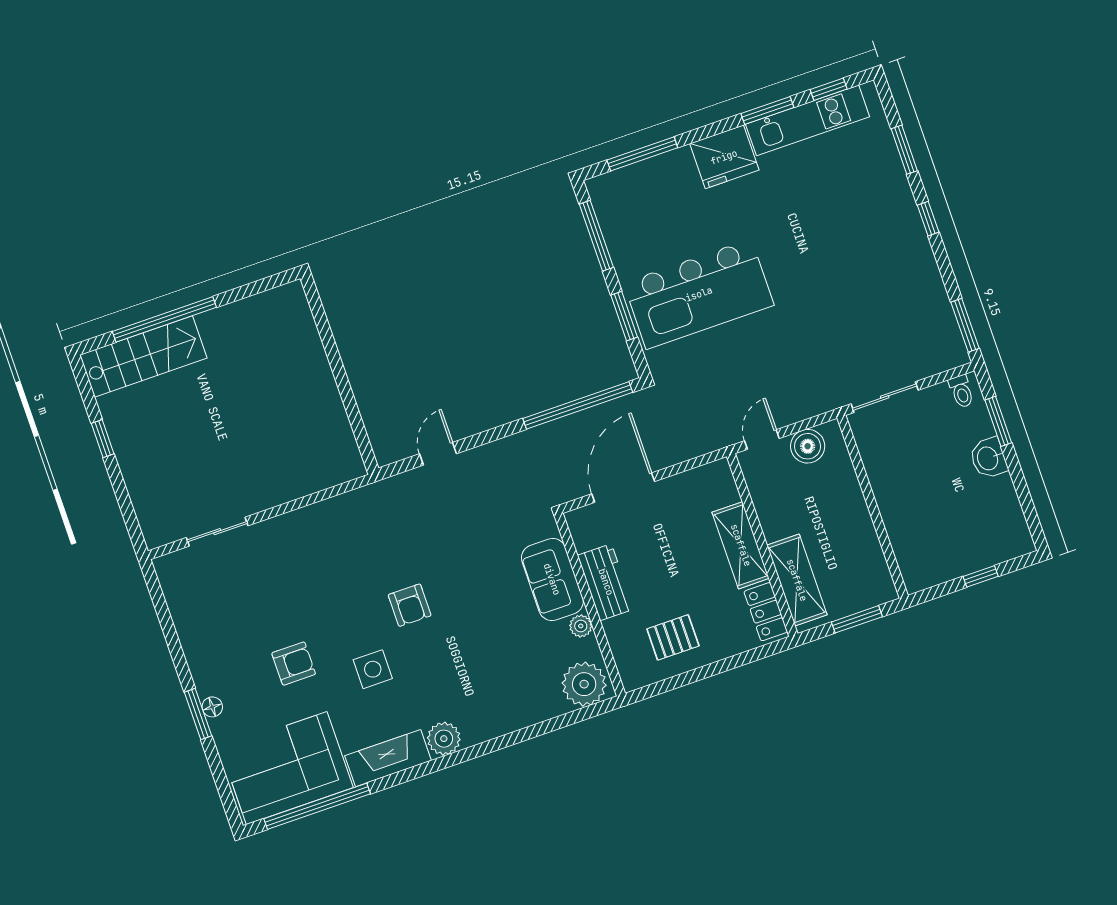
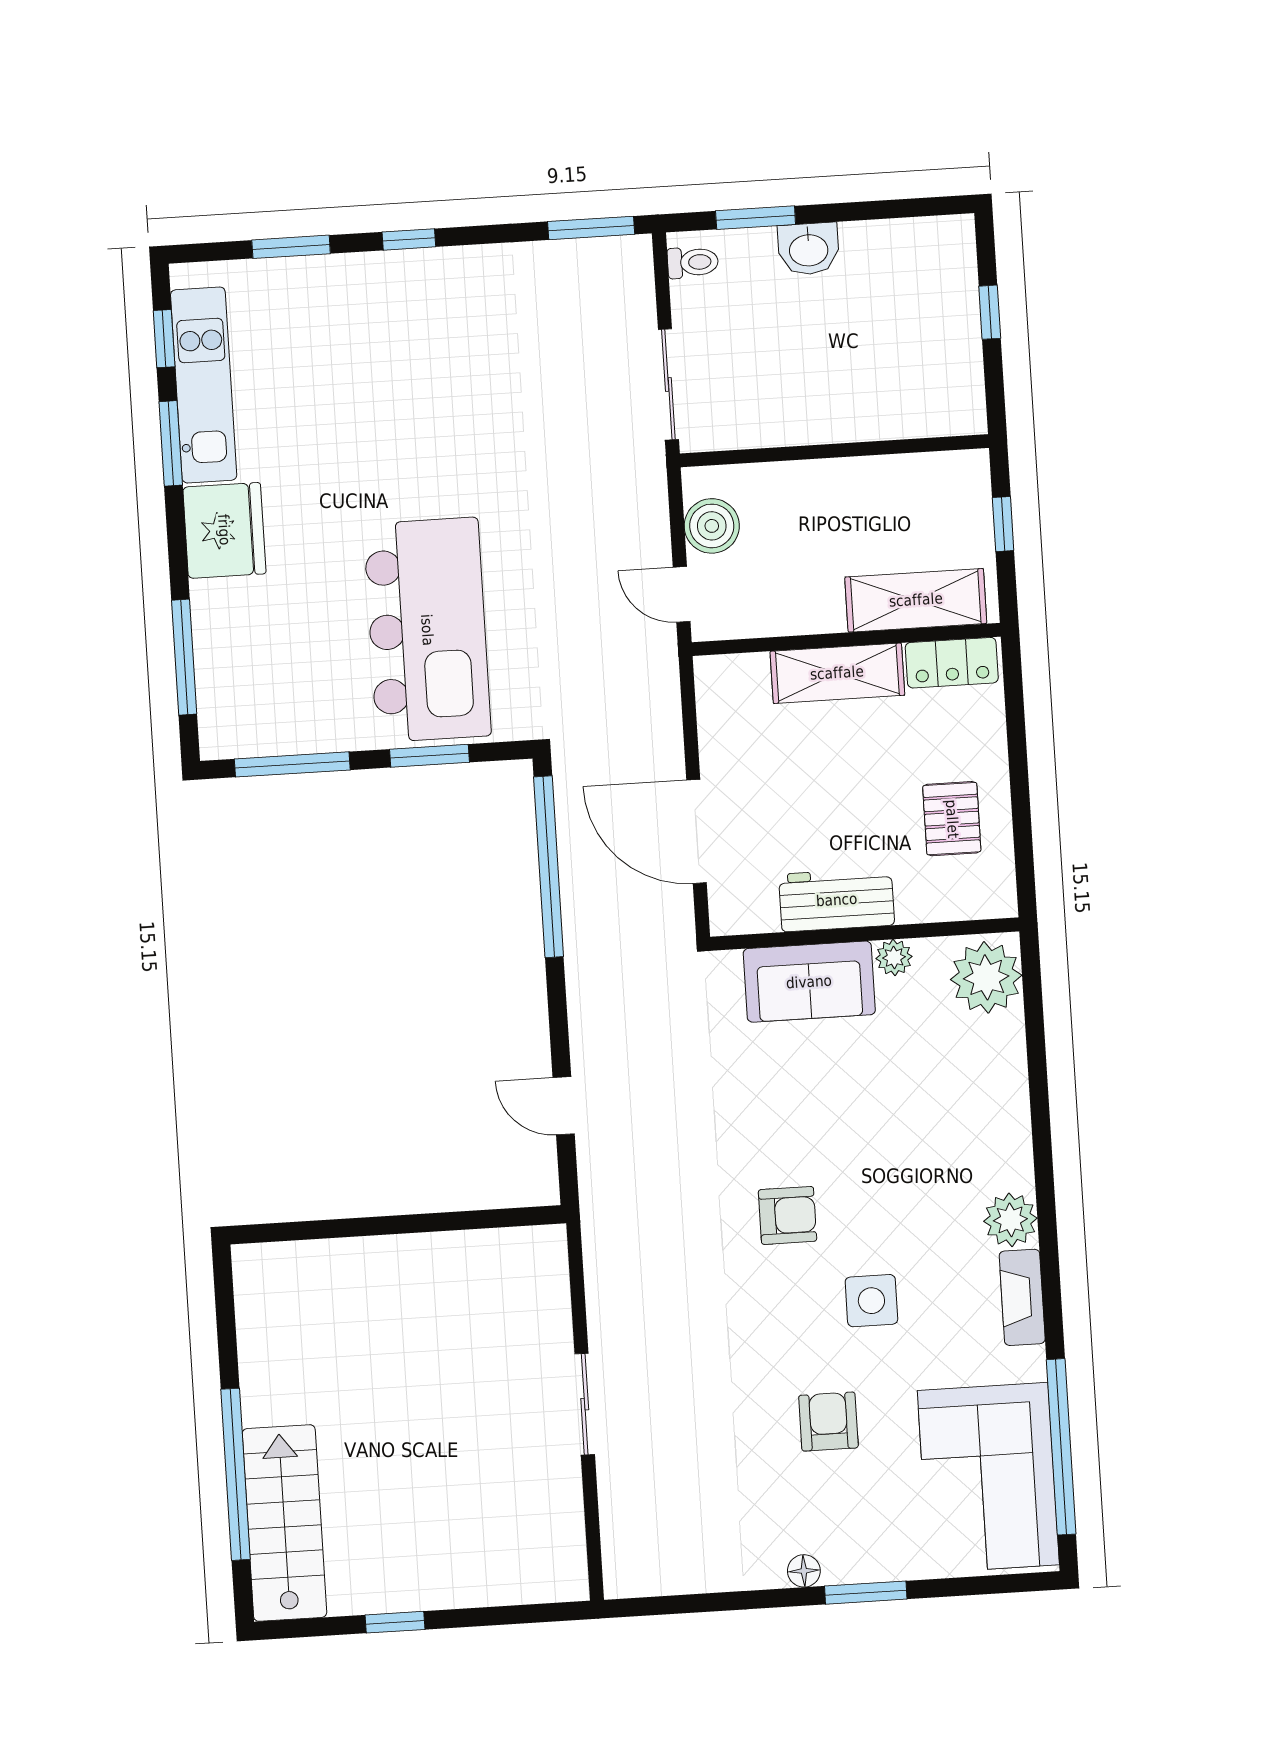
sliding door: (217, 532) -> (585, 1404), moved
window: (857, 619) -> (1003, 524), width x0.67
floor lamp: (212, 707) -> (804, 1571), moved
fireplace: (388, 758) -> (1022, 1297), width x0.73, depth x0.76

